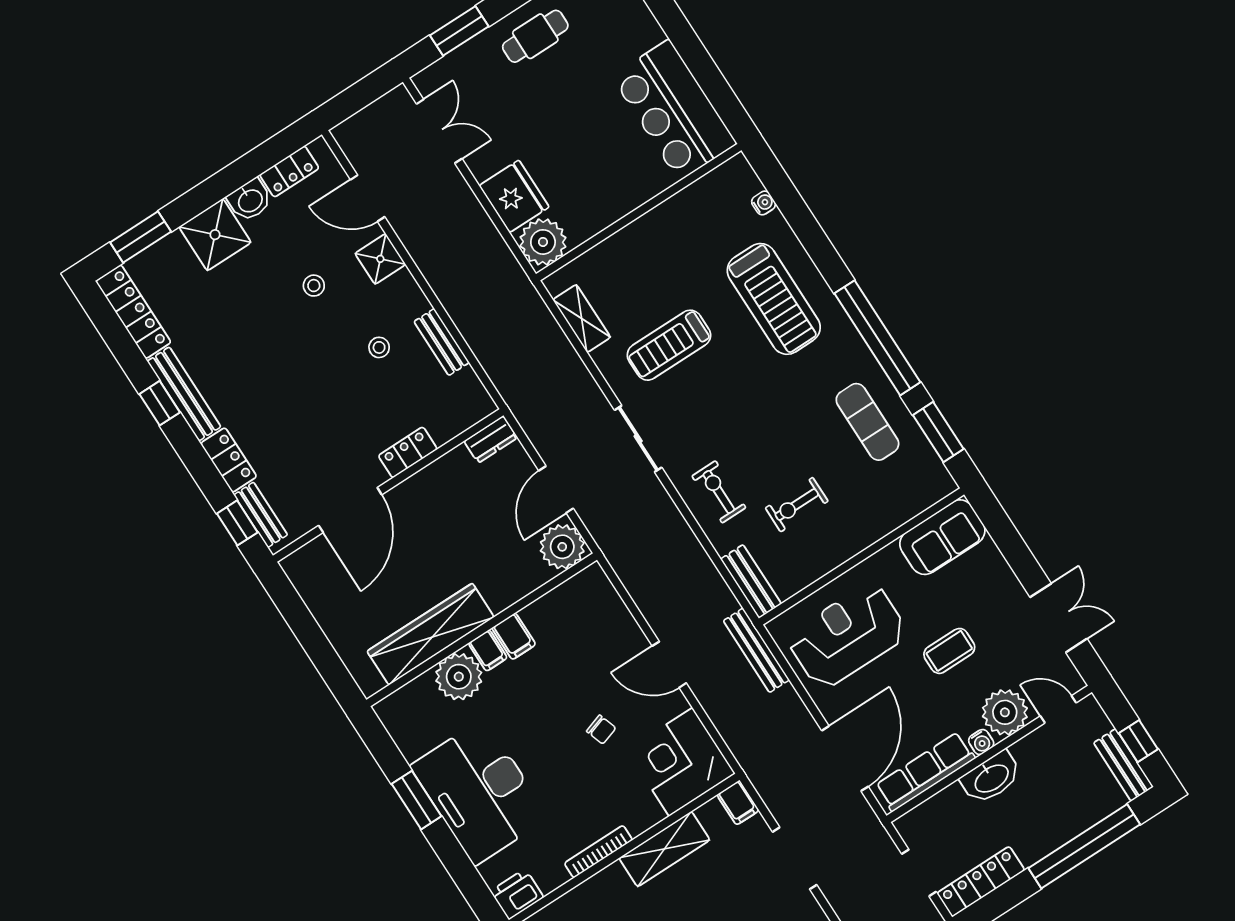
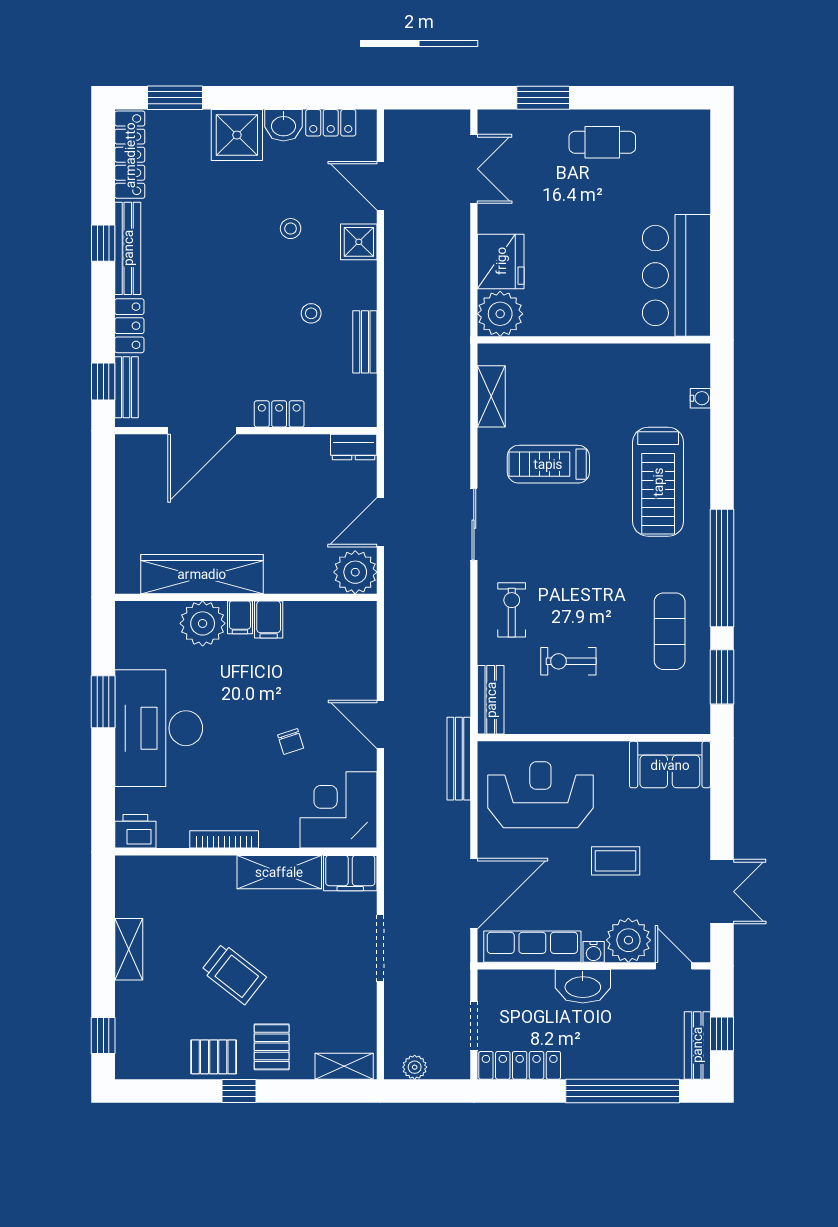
filing cabinet: (738, 803) -> (350, 873), width x2.00

